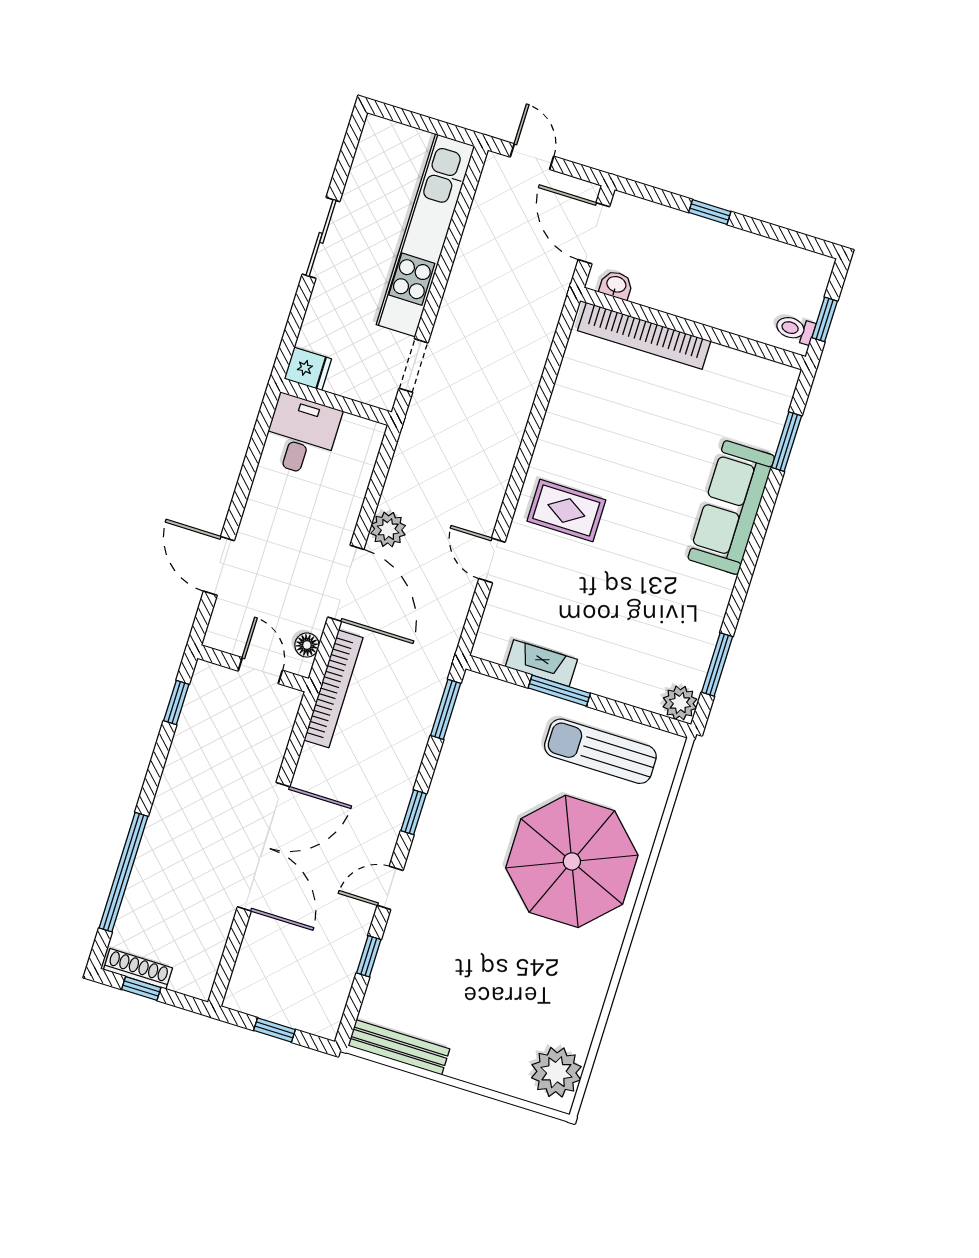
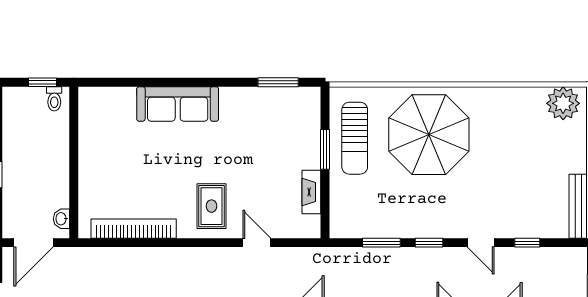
bookcase: (644, 336) -> (134, 229), moved, turned -90
window: (787, 442) -> (126, 82), removed
door: (492, 560) -> (257, 243), swing flipped
window: (559, 691) -> (325, 149), moved
plant: (680, 703) -> (309, 98), removed
window: (446, 709) -> (381, 243), moved

